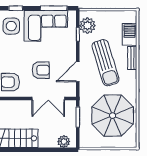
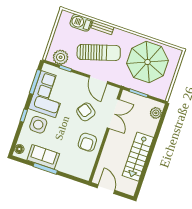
armchair: (41, 70) -> (86, 112), turned -55

